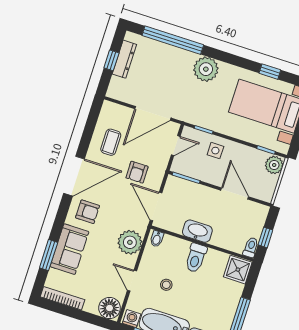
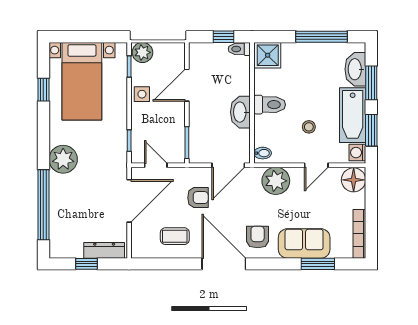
dresser: (124, 59) -> (104, 250), moved
door: (153, 113) -> (129, 201), hinge flipped
side table: (215, 151) -> (142, 94), moved

